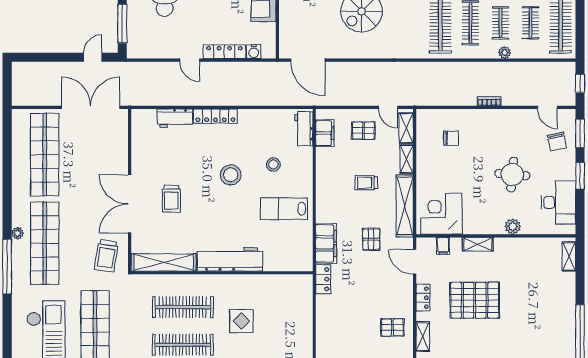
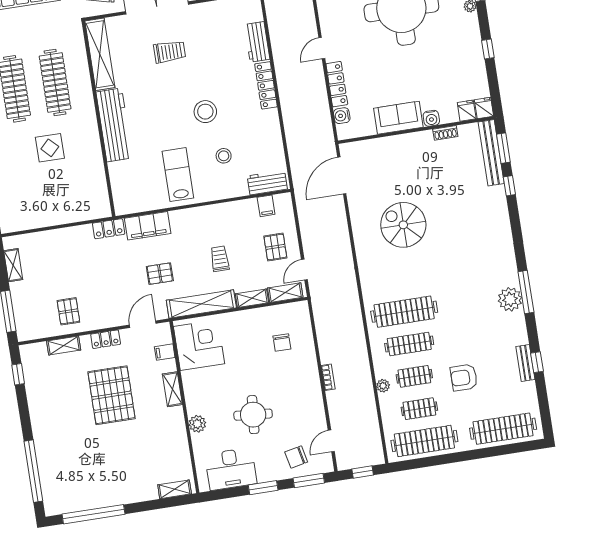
filing cabinet: (325, 133) -> (266, 206), width x0.50
trolley: (171, 199) -> (170, 52), turned 180

